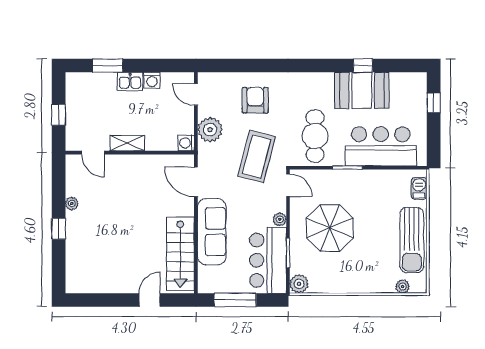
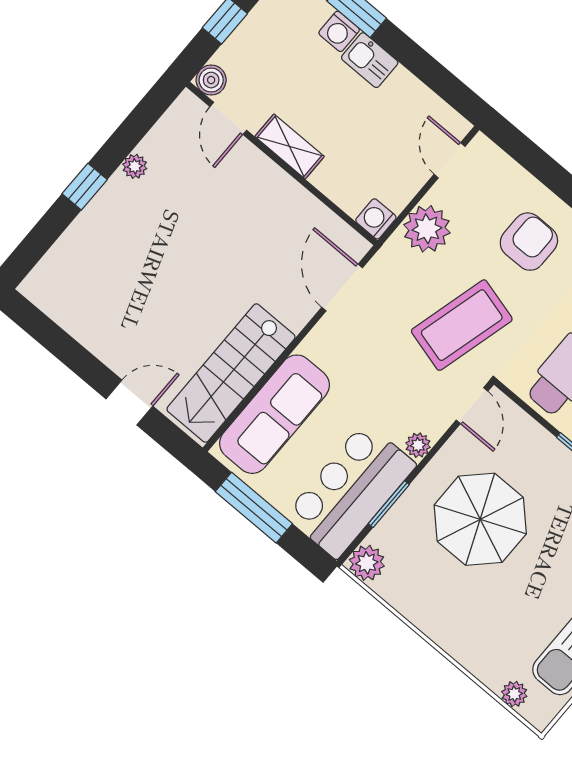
washing machine: (152, 80) -> (339, 31), moved
boiler: (73, 143) -> (211, 80), added
sofa: (212, 232) -> (274, 414), moved

